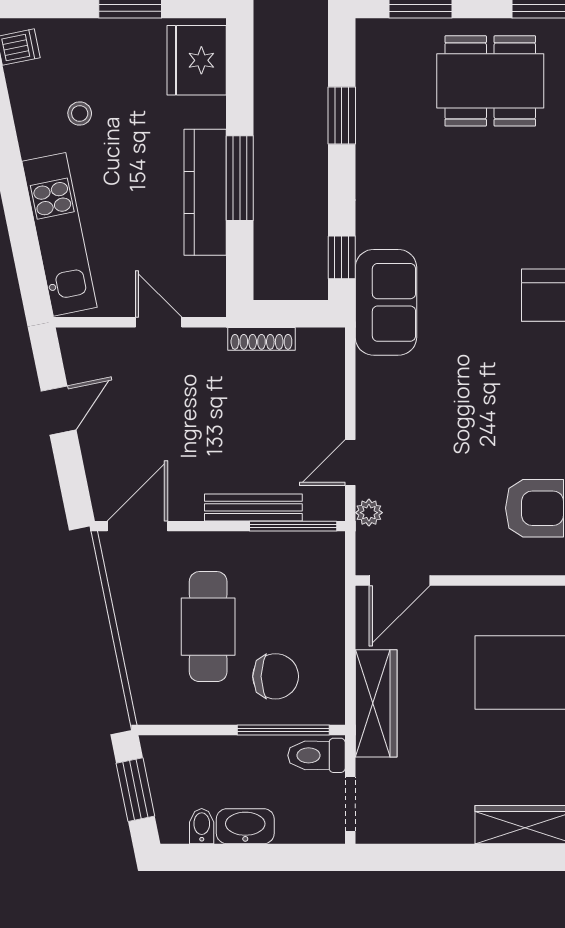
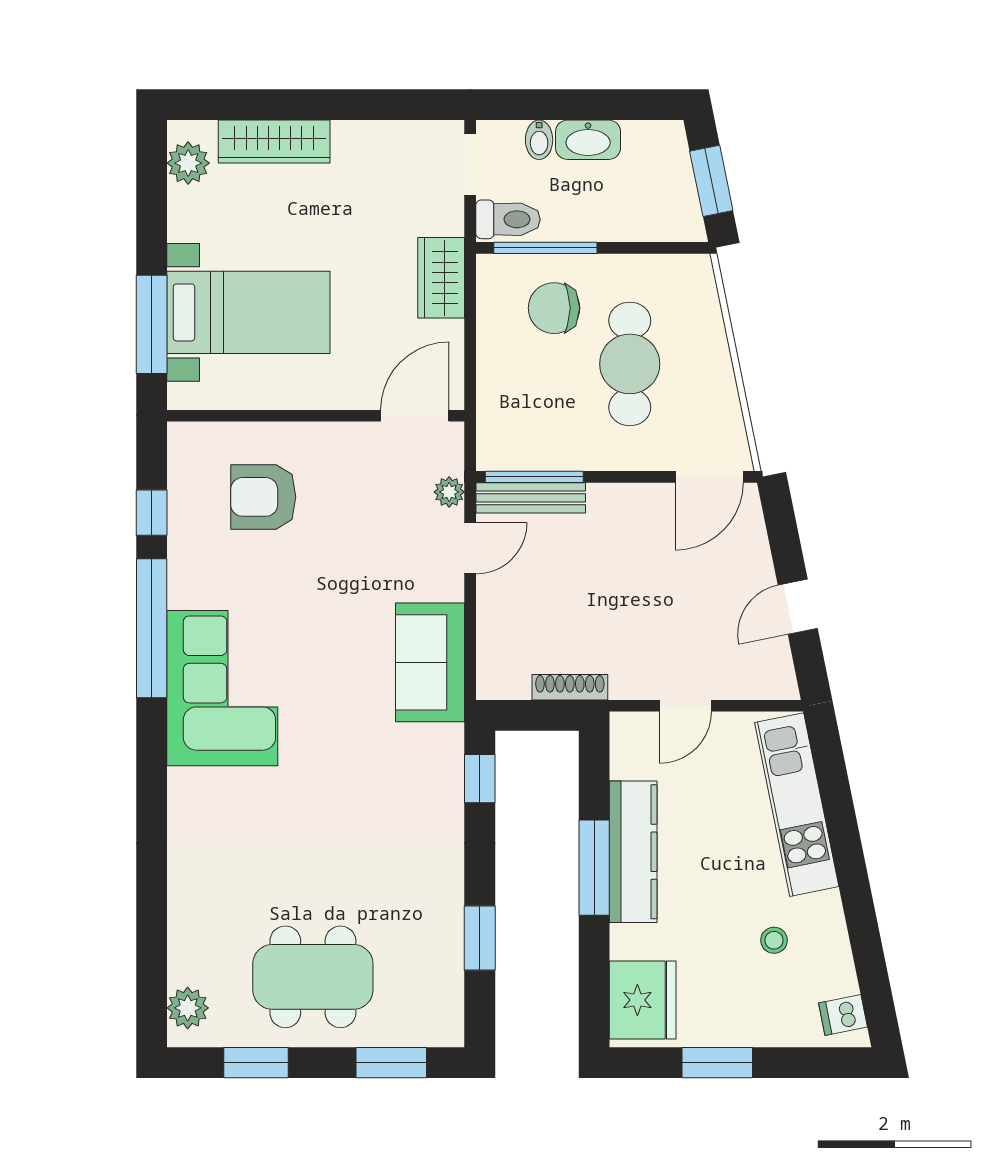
sofa: (386, 302) -> (430, 662), moved
door: (159, 322) -> (685, 706), hinge flipped
bench: (253, 507) -> (531, 498), moved
wardrobe: (376, 703) -> (441, 278), width x0.67
bidet: (202, 826) -> (539, 140), moved

